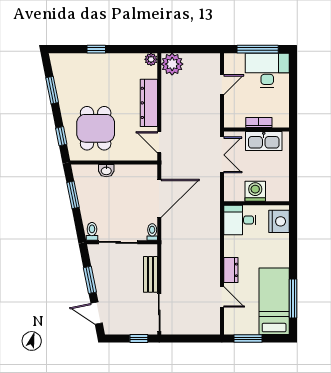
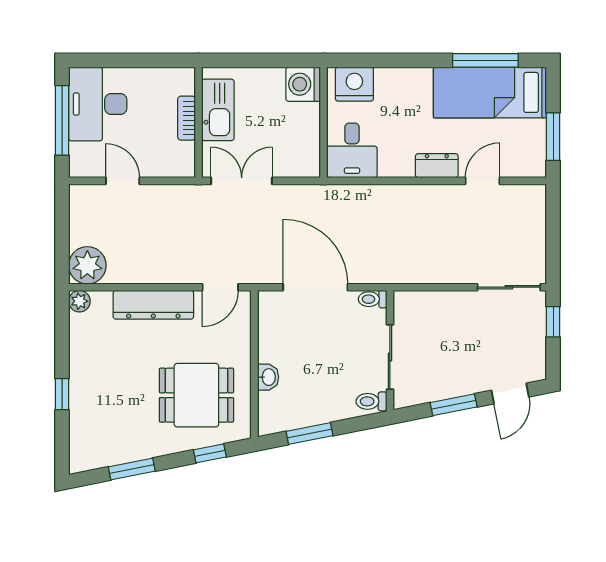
washing machine: (255, 191) -> (303, 84), moved
bench: (151, 274) -> (444, 302), removed

